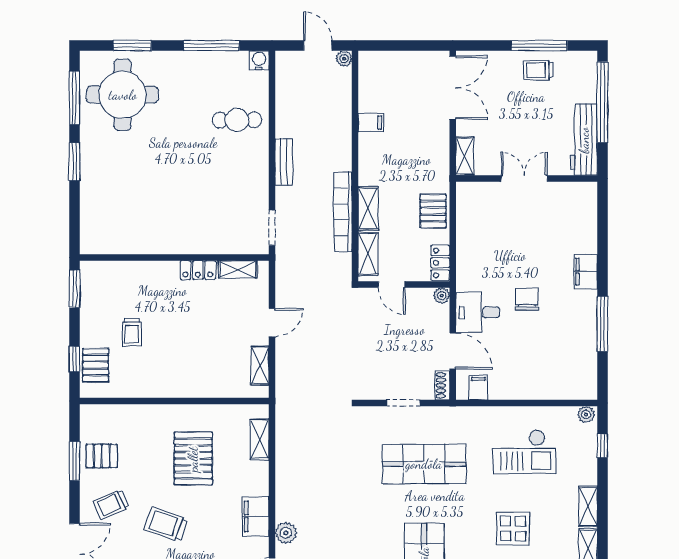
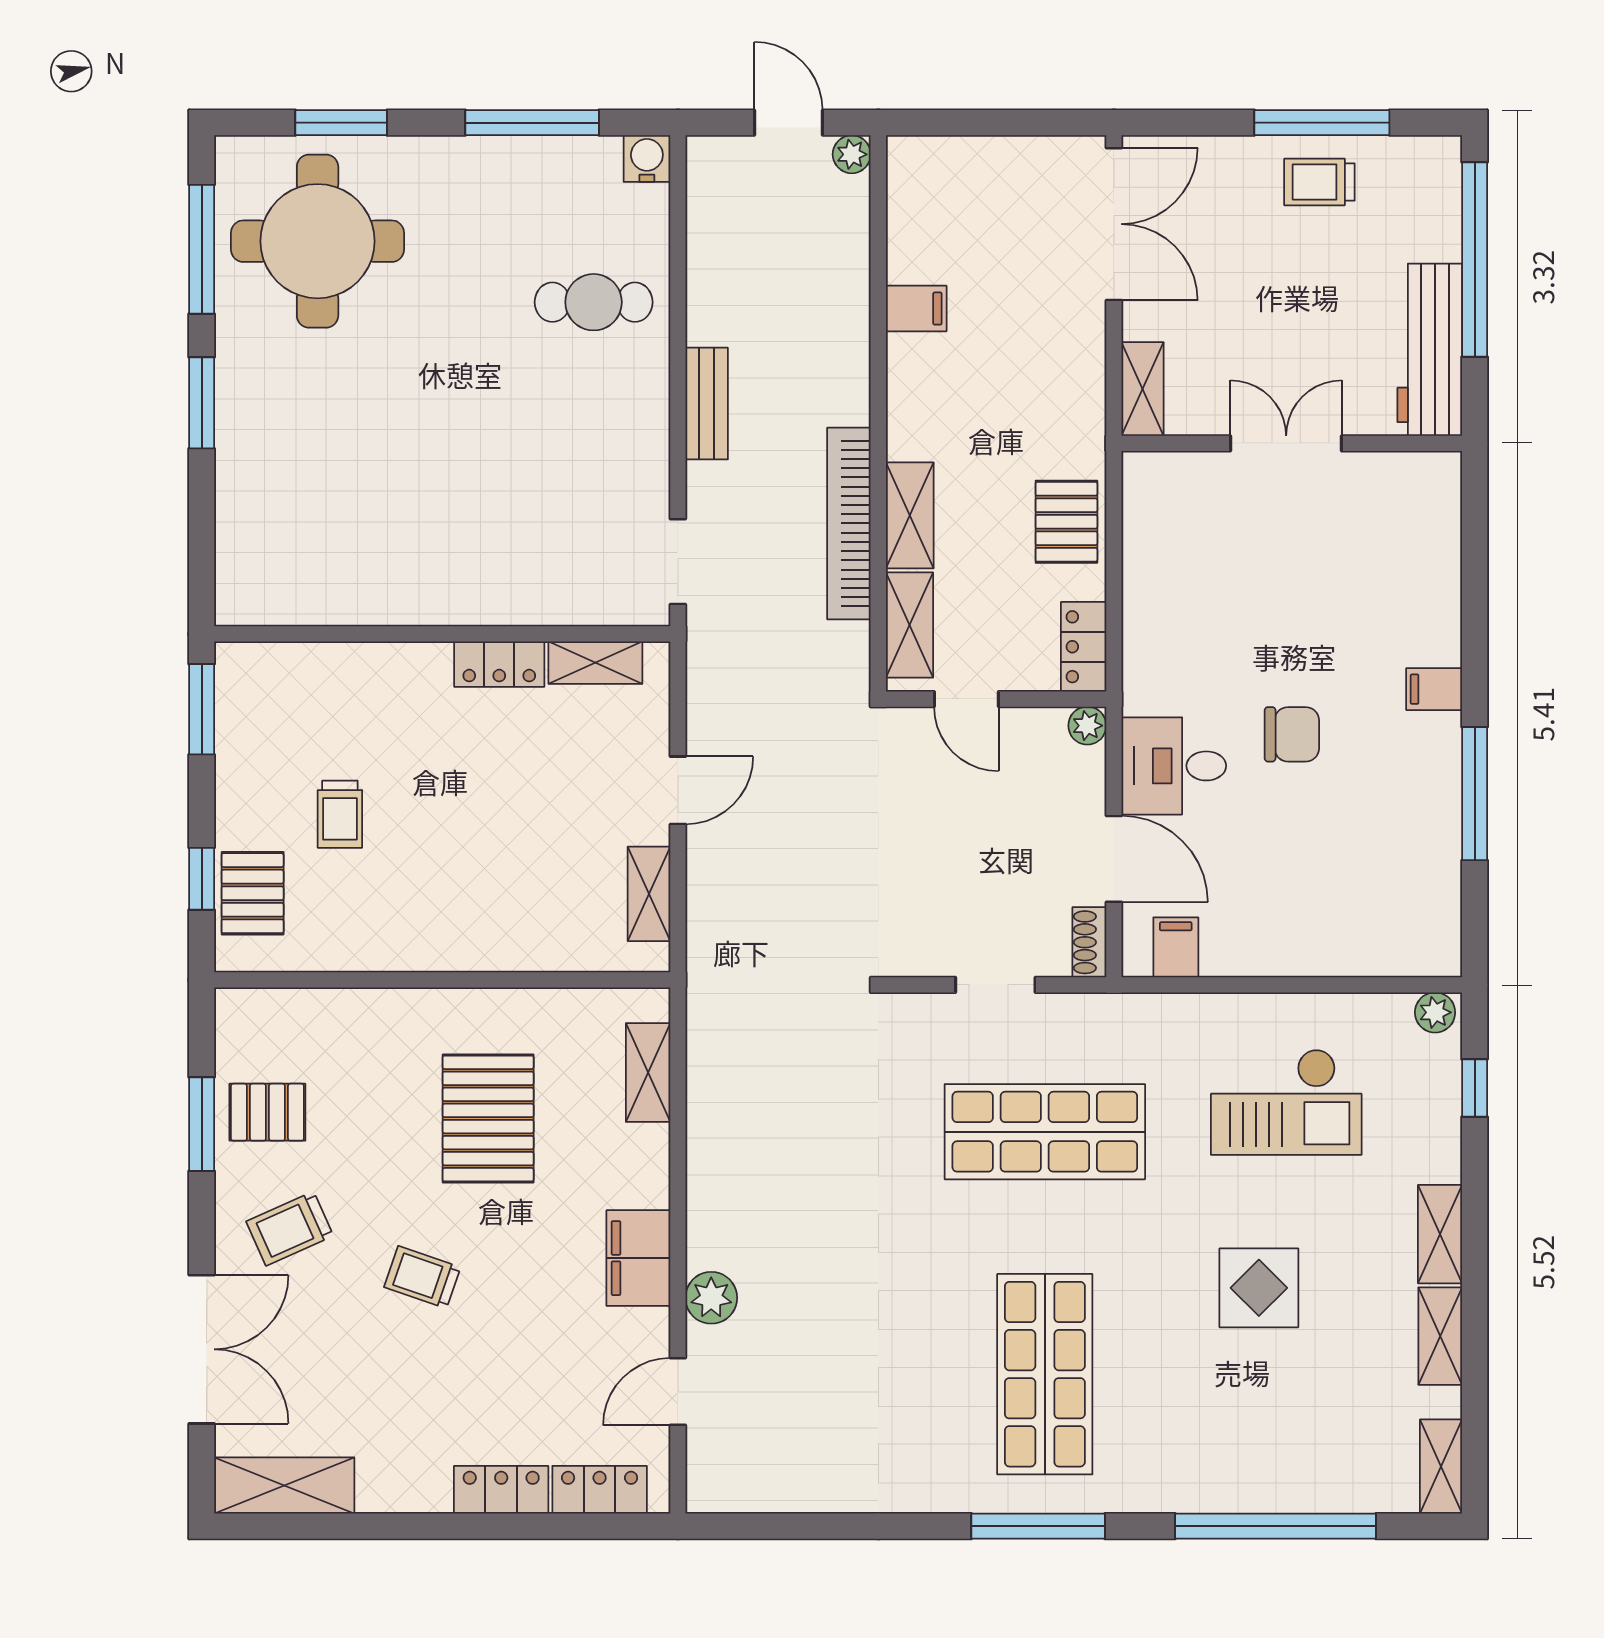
filing cabinet: (586, 272) -> (1434, 689), width x0.50
chair: (527, 299) -> (1292, 734), turned 90
trolley: (166, 524) -> (422, 1277), width x0.73, depth x0.72

